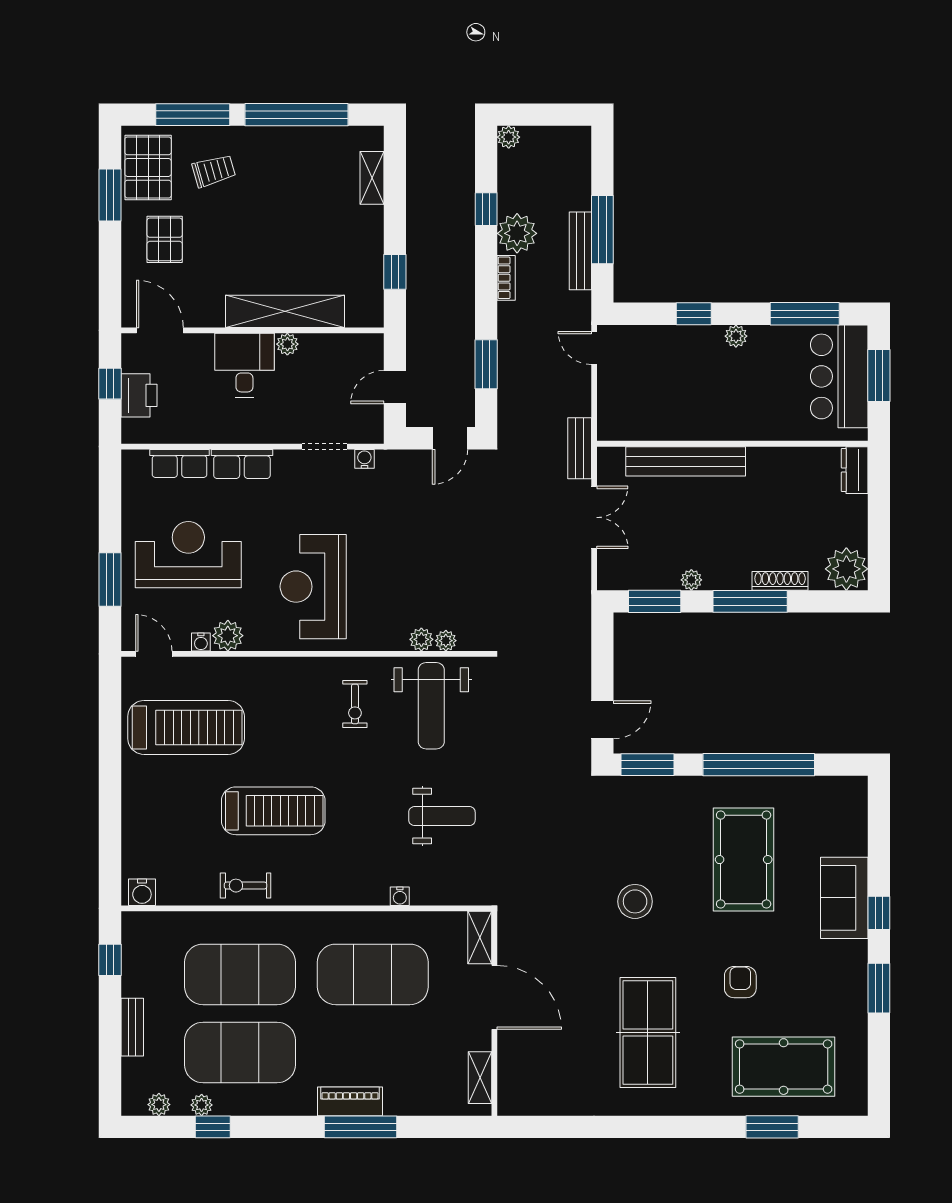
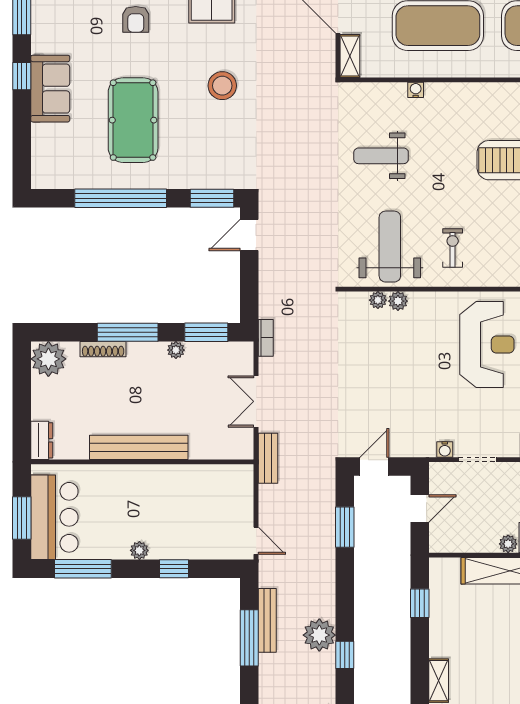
bookcase: (506, 278) -> (266, 338), moved, turned 180
bench: (686, 461) -> (139, 447), moved

